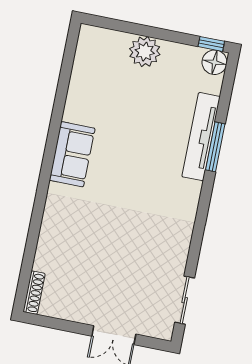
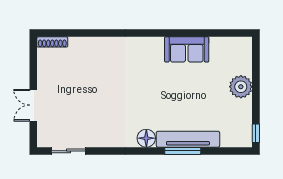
floor lamp: (214, 62) -> (146, 138), moved
sofa: (72, 154) -> (187, 49), moved

